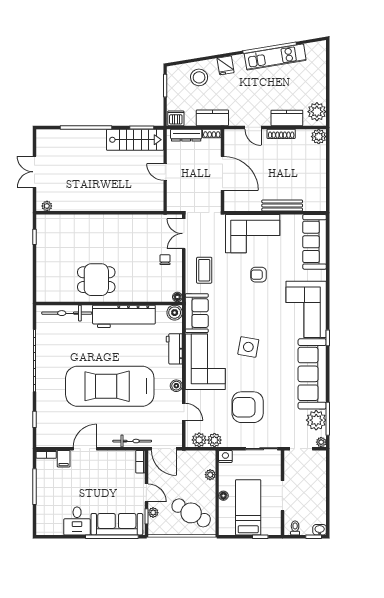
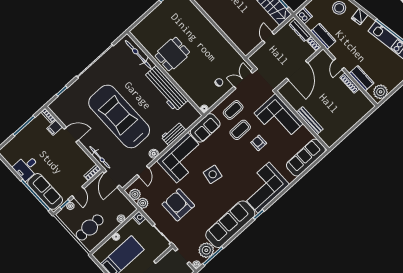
plant: (319, 137) -> (367, 106), removed
dining table: (96, 280) -> (172, 54), turned 90
coffee table: (230, 281) -> (240, 130), added
boiler: (175, 313) -> (194, 115), removed
cafe table: (191, 513) -> (90, 227), turned 60

